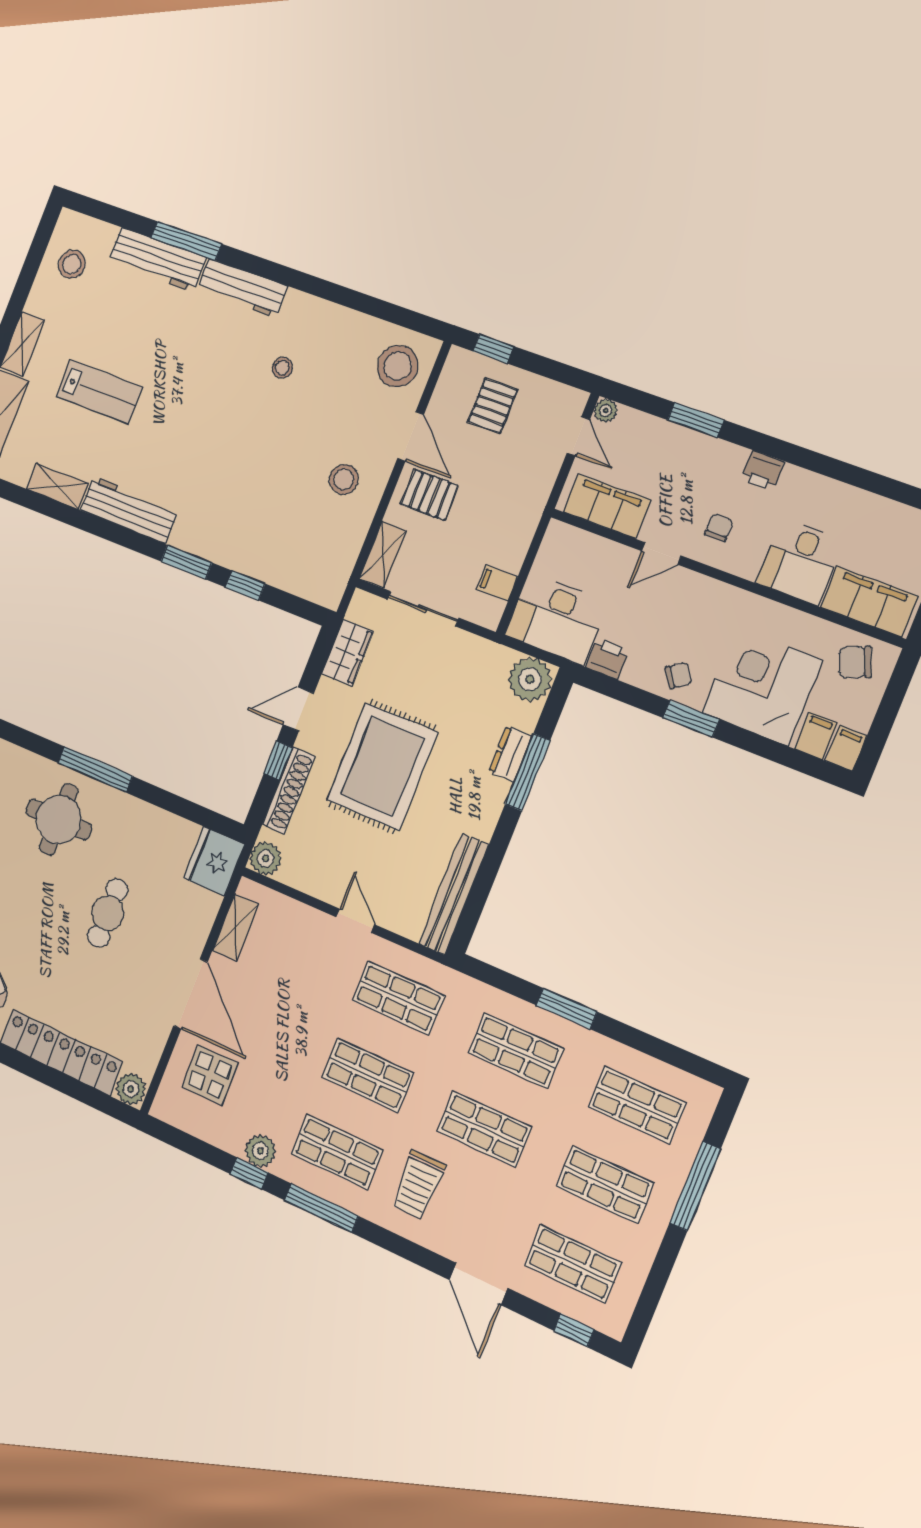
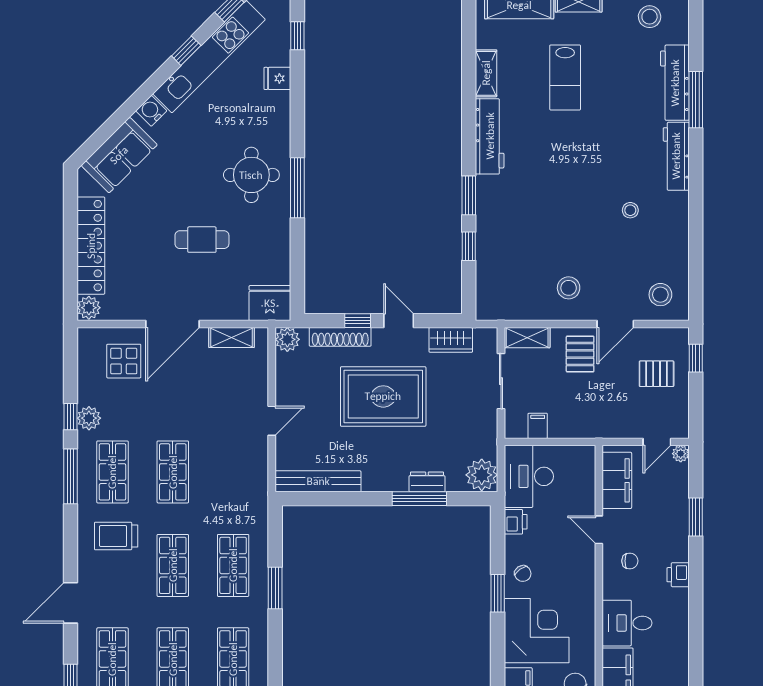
stool: (398, 366) -> (660, 295), width x0.73, depth x0.73
shop shelf: (398, 998) -> (233, 472), removed

